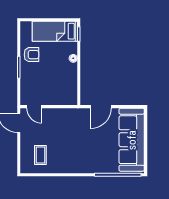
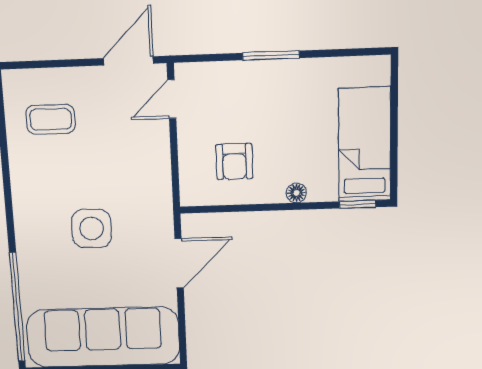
armchair: (31, 55) -> (234, 162), moved
door: (101, 107) -> (179, 263), swing flipped
side table: (85, 142) -> (92, 228), added

